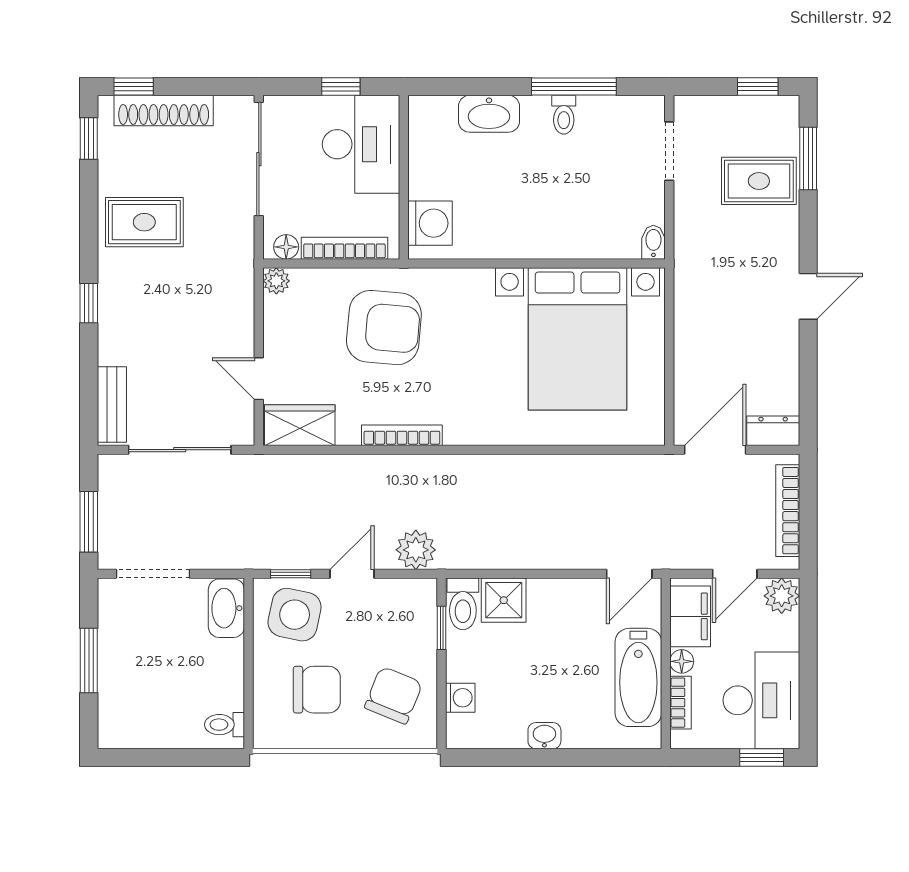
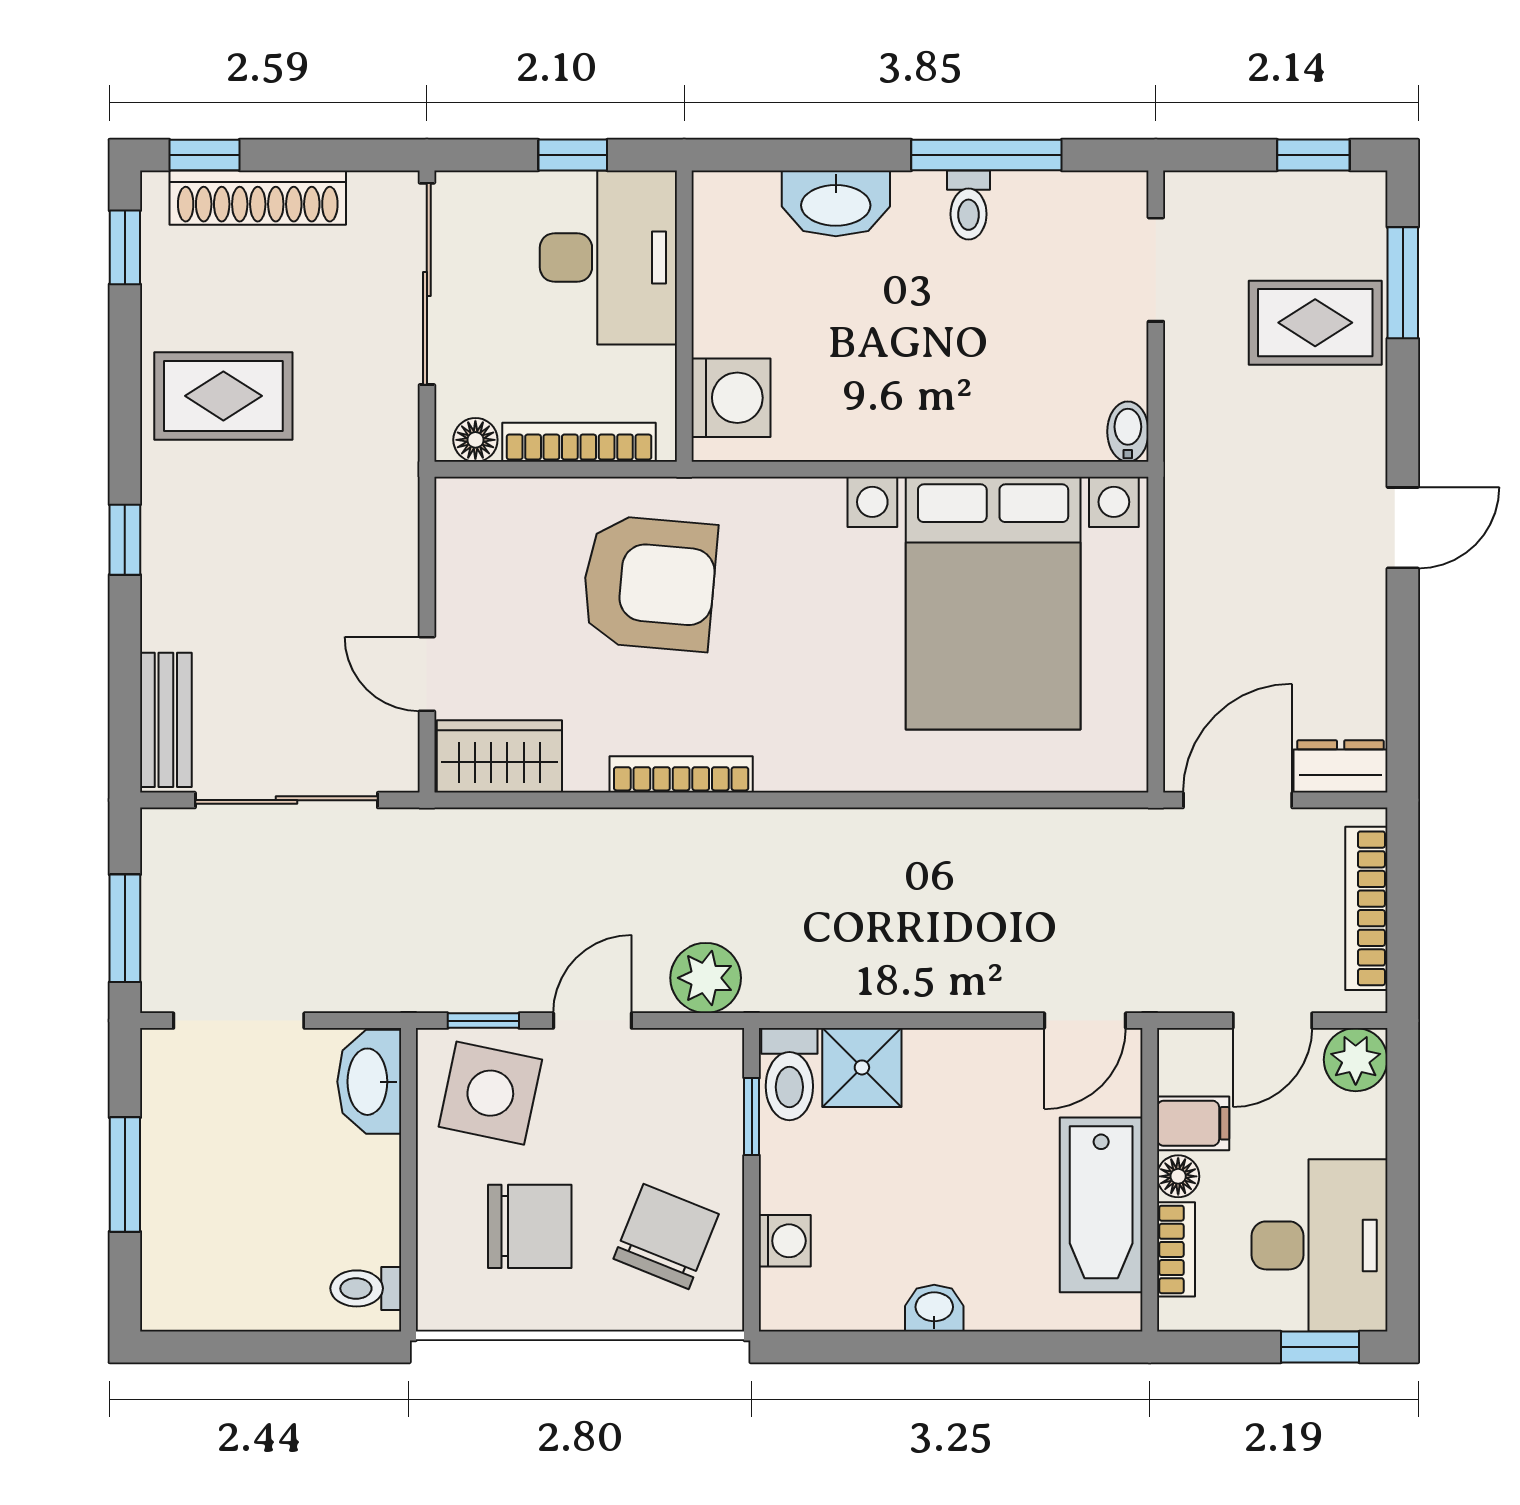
plant: (276, 281) -> (458, 500), removed
filing cabinet: (690, 616) -> (1193, 1123), width x0.50

